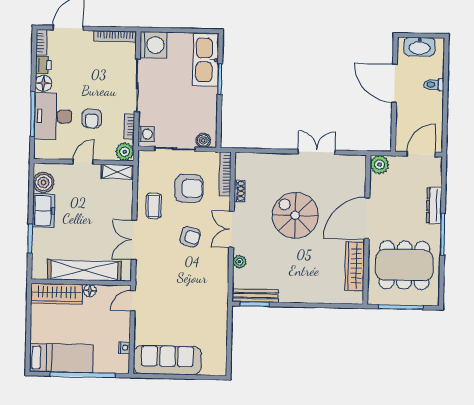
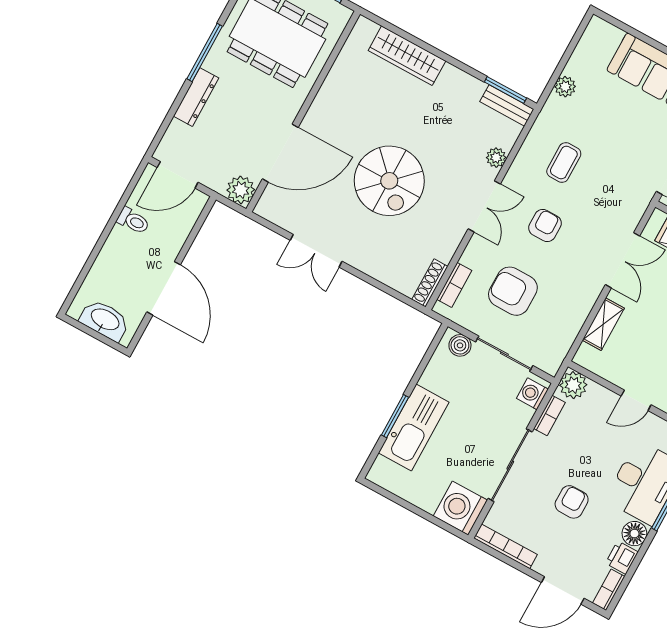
kitchen sink: (206, 60) -> (414, 427), moved
toilet: (434, 85) -> (133, 221), moved
armchair: (92, 119) -> (572, 502), moved
shelving: (117, 172) -> (603, 324), moved, turned 90
bookcase: (225, 174) -> (454, 285), width x0.64
shoe rack: (240, 191) -> (430, 283), moved, width x1.43
coffee table: (154, 206) -> (564, 163), moved
door: (367, 218) -> (280, 153), moved
armchair: (190, 237) -> (545, 226), turned 76
wardrobe: (355, 266) -> (407, 56), moved, turned 90
bench: (255, 296) -> (507, 105), width x0.73
plant: (221, 324) -> (565, 87), added

